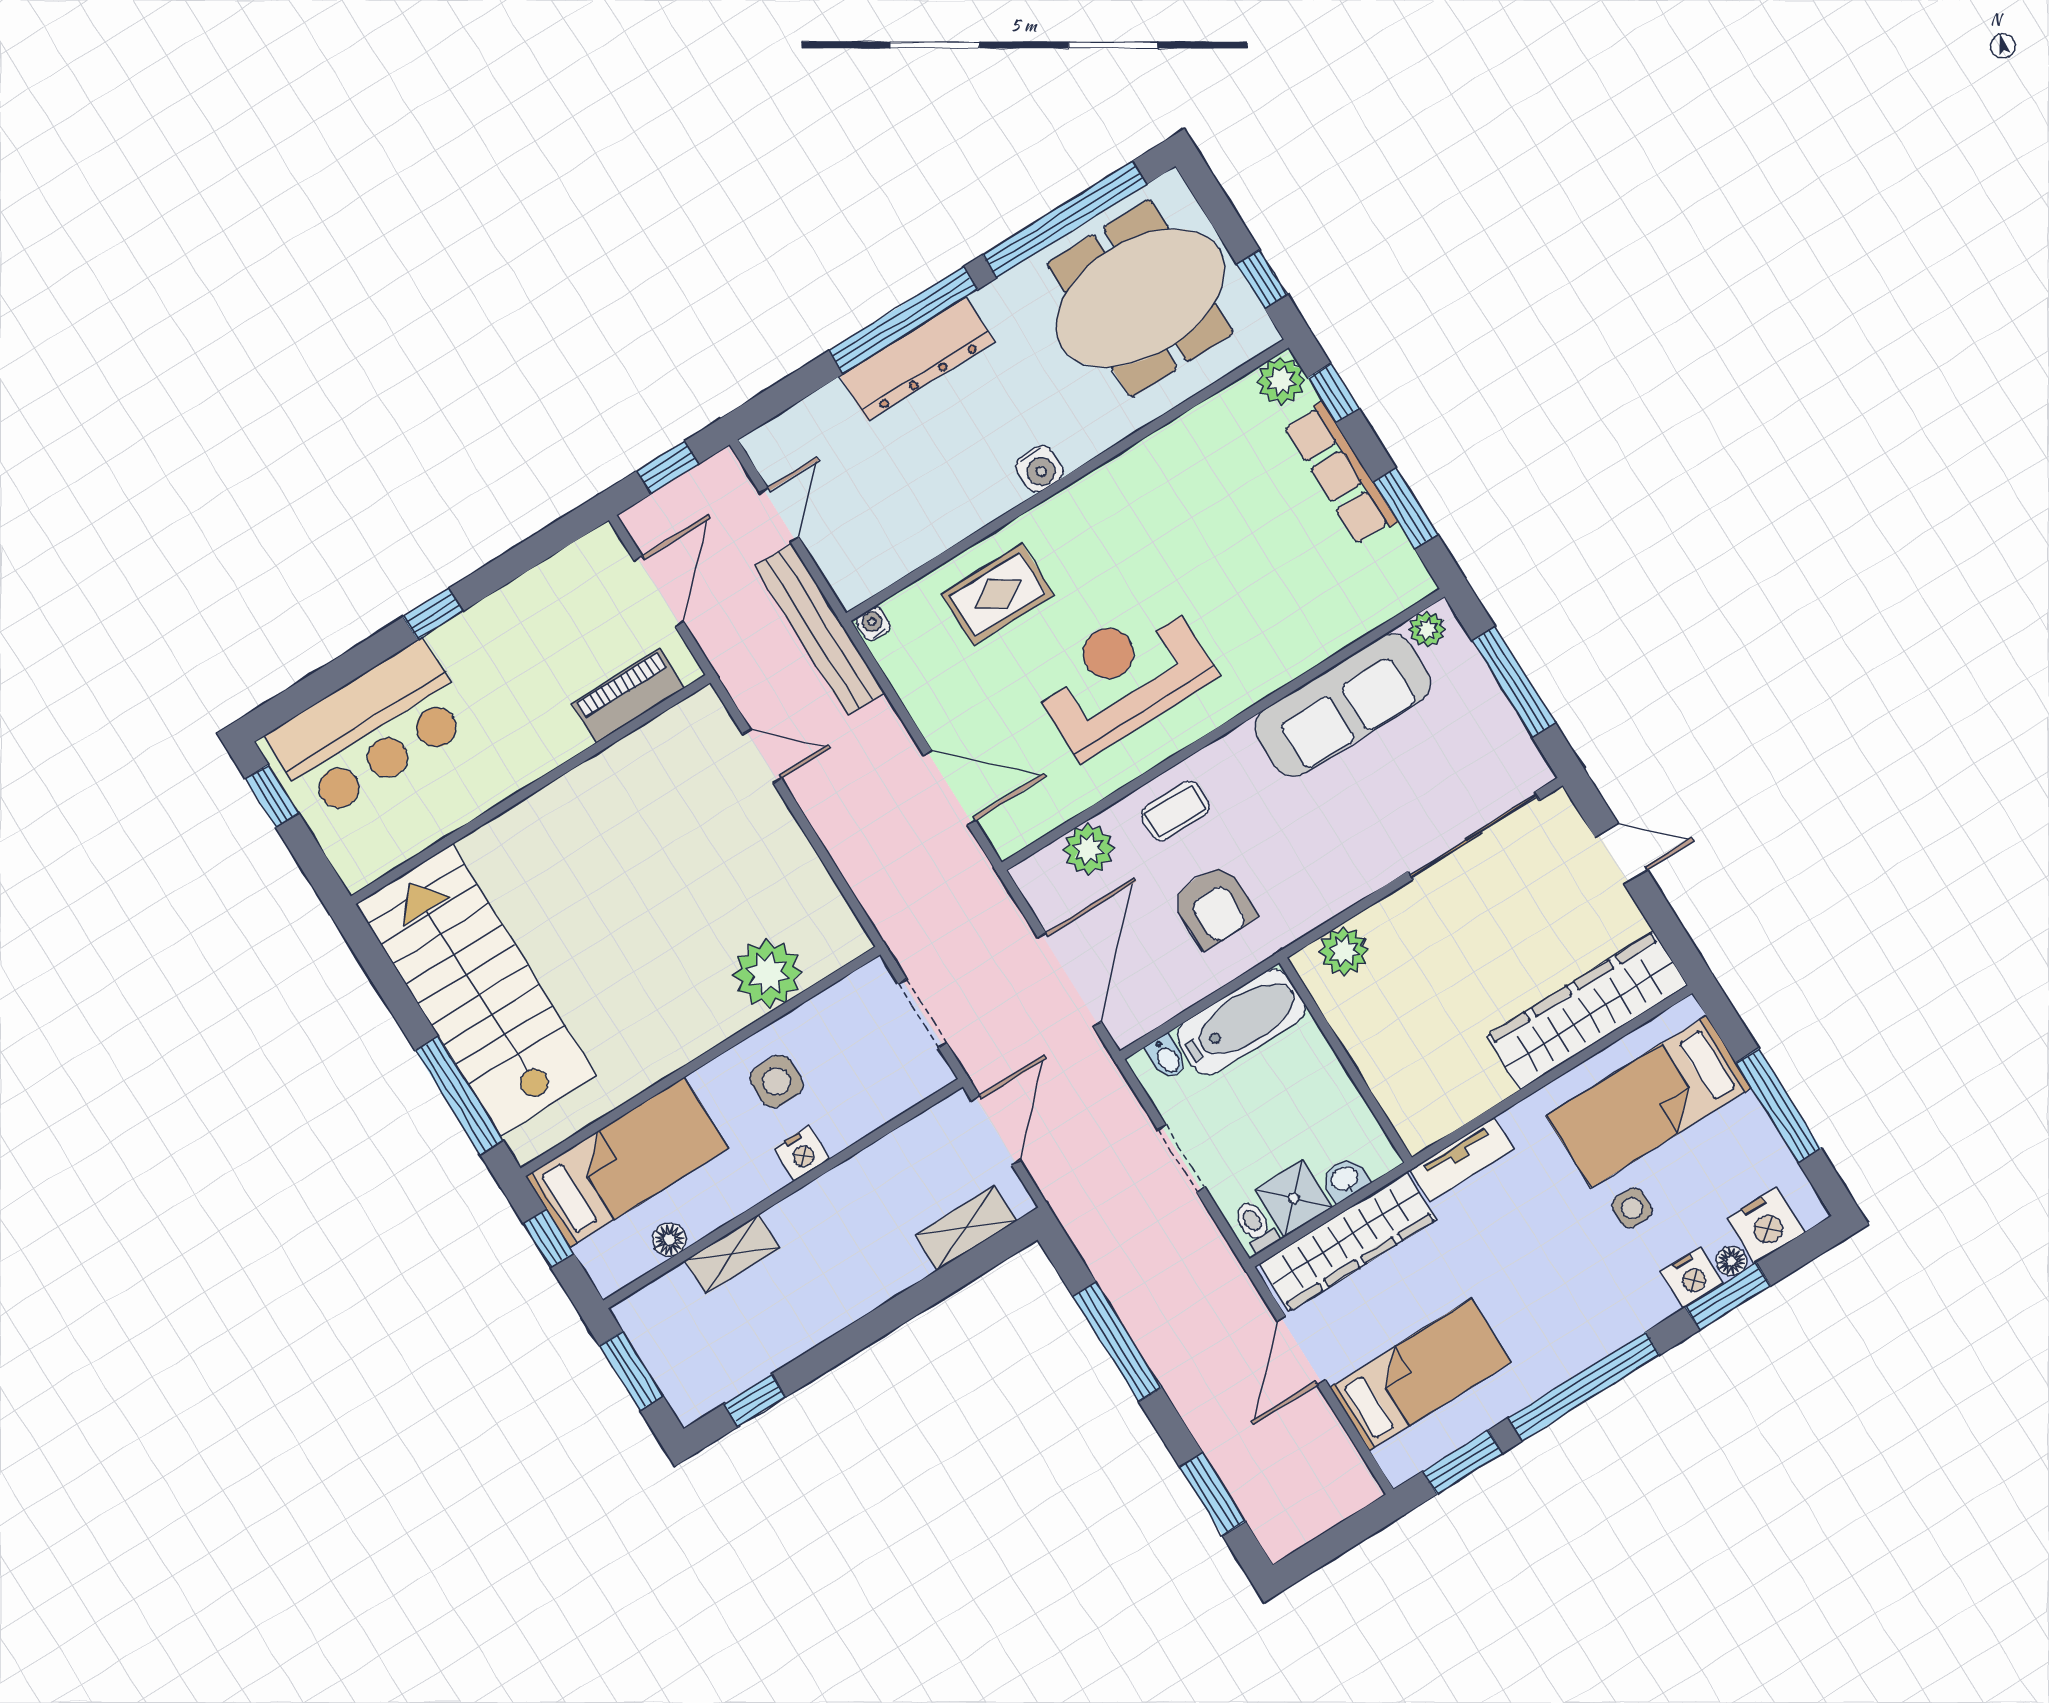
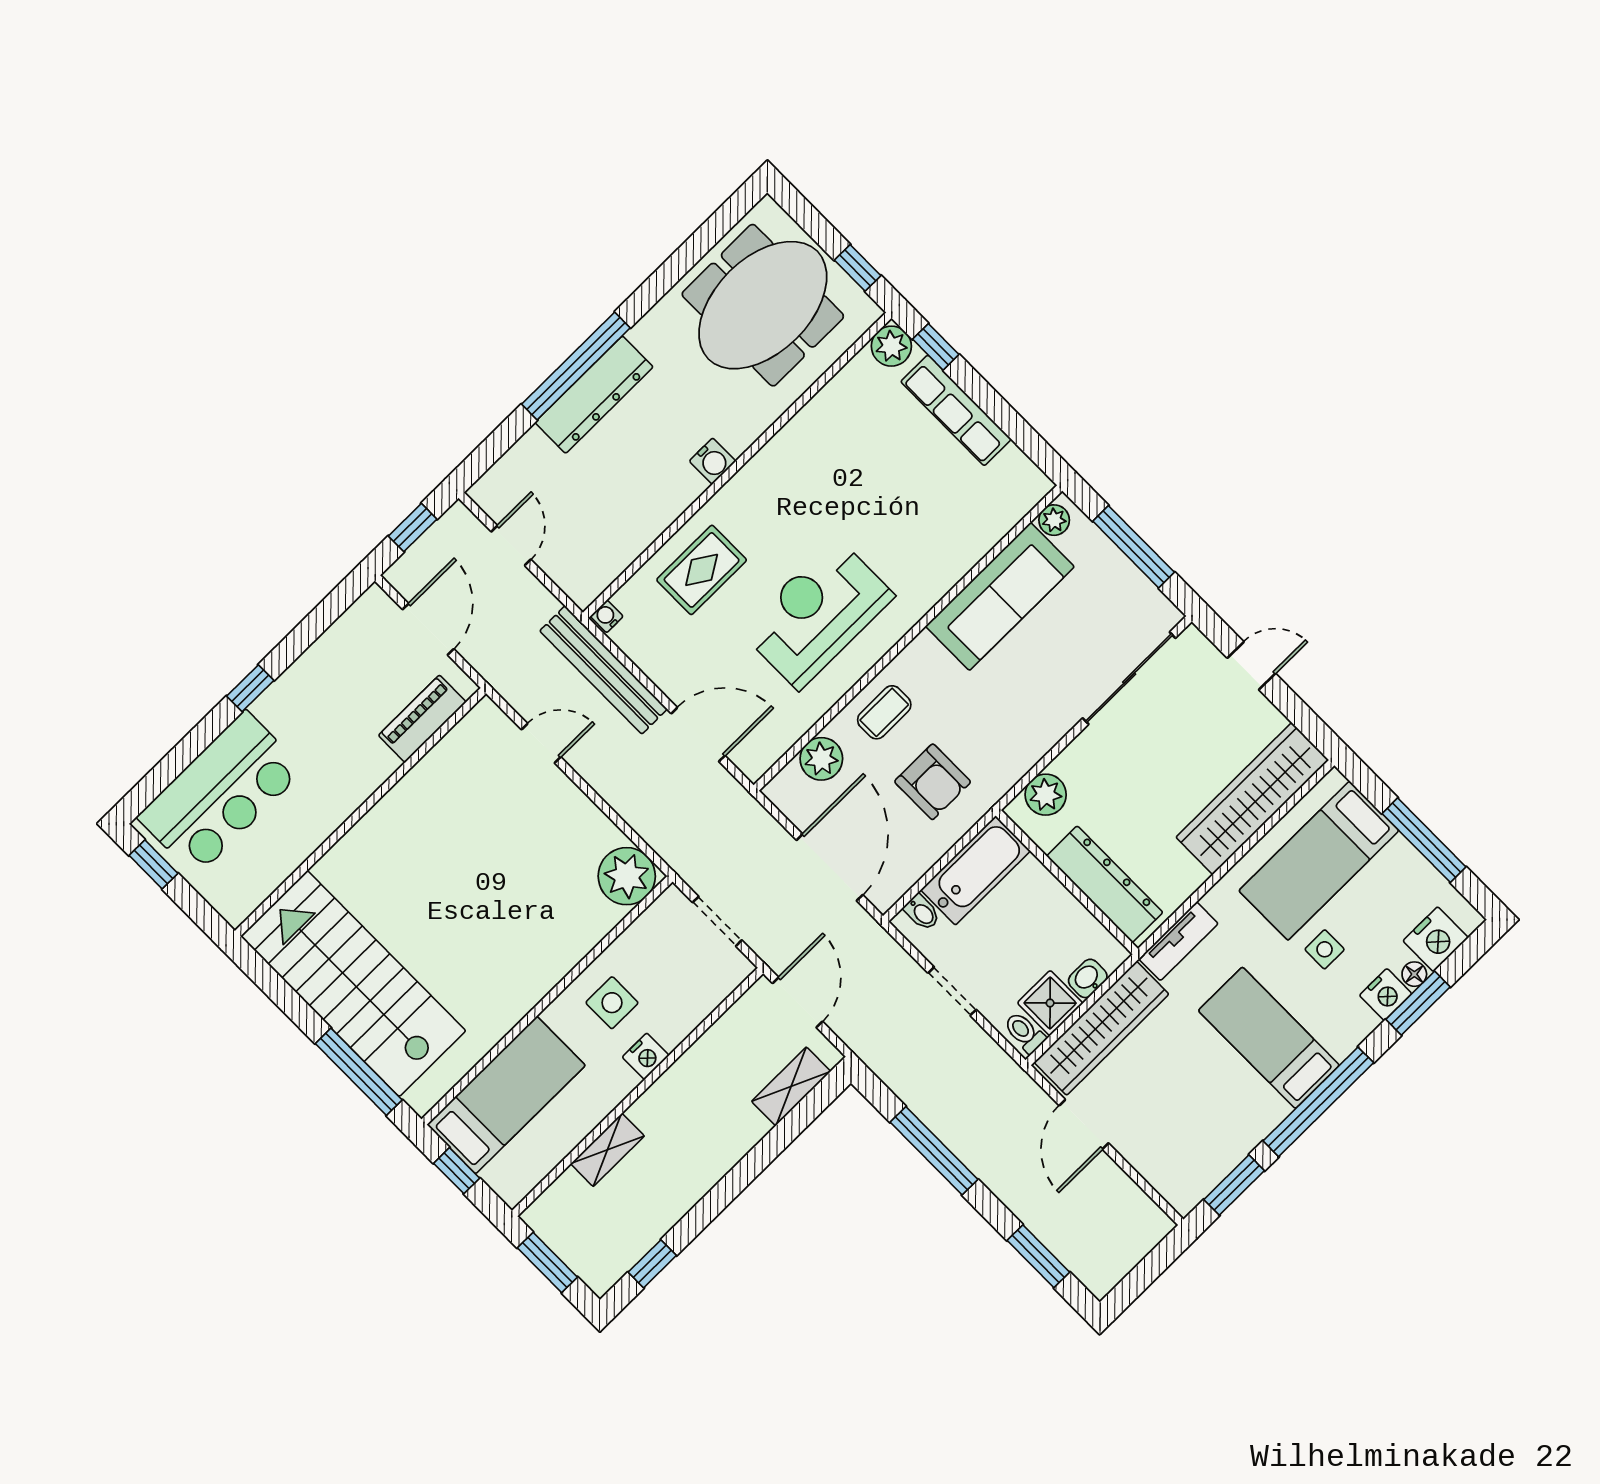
window: (1065, 219) -> (688, 256), removed
window: (1405, 508) -> (1015, 427), removed
bench: (820, 629) -> (604, 670), moved
plant: (768, 973) -> (627, 876), moved
dresser: (1390, 1073) -> (1105, 884), added
floor lamp: (669, 1240) -> (554, 1150), removed
bed: (1421, 1375) -> (1269, 1038), moved, turned -90

